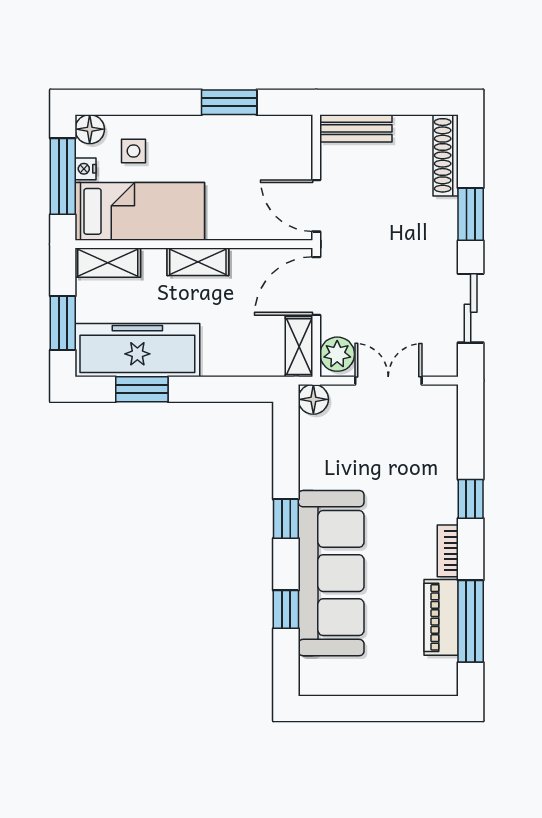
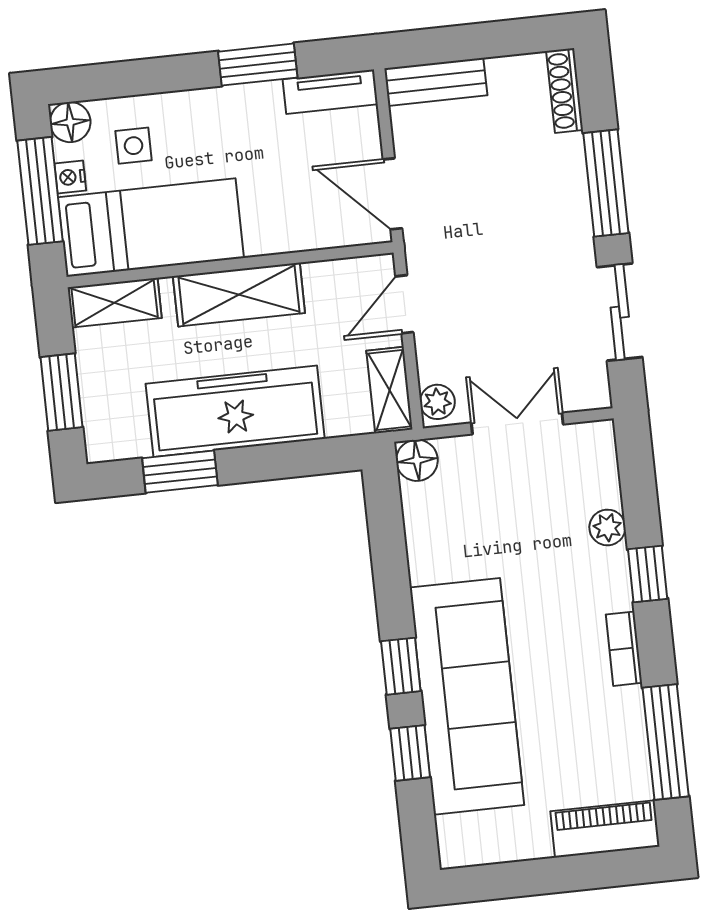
tv unit: (279, 127) -> (330, 92), added
shoe rack: (446, 155) -> (565, 91), width x0.74, depth x0.81
window: (471, 214) -> (606, 183), width x1.44
shelving: (198, 262) -> (239, 295), width x1.50, depth x1.33
door: (316, 286) -> (404, 304), width x0.73
freezer: (137, 350) -> (235, 411), moved
plant: (337, 354) -> (437, 402), width x0.73, depth x0.73
plant: (445, 462) -> (607, 527), added
window: (286, 519) -> (401, 666), moved
piano: (441, 617) -> (605, 829), moved, turned 90

